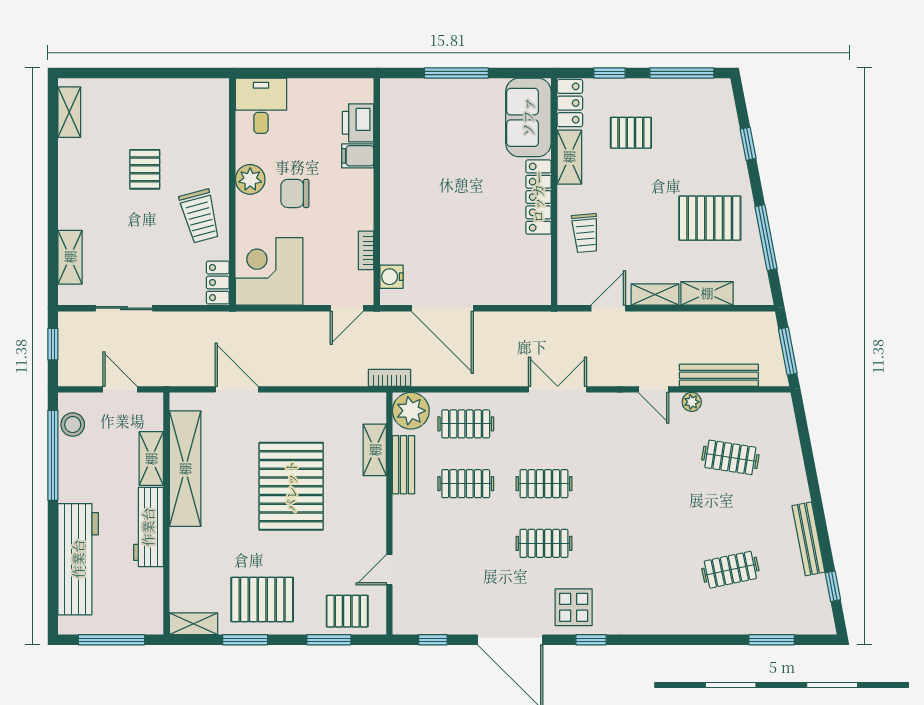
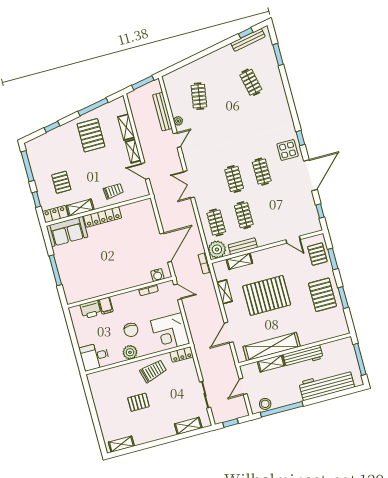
bench: (808, 539) -> (248, 40), moved
shelving: (194, 624) -> (225, 292), moved

